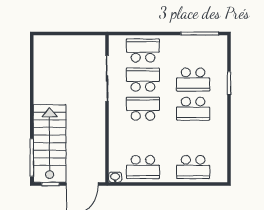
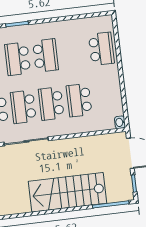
school desk: (193, 80) -> (18, 59), turned 180
stairs: (50, 143) -> (67, 192), moved
school desk: (143, 167) -> (79, 100), moved, turned 180

